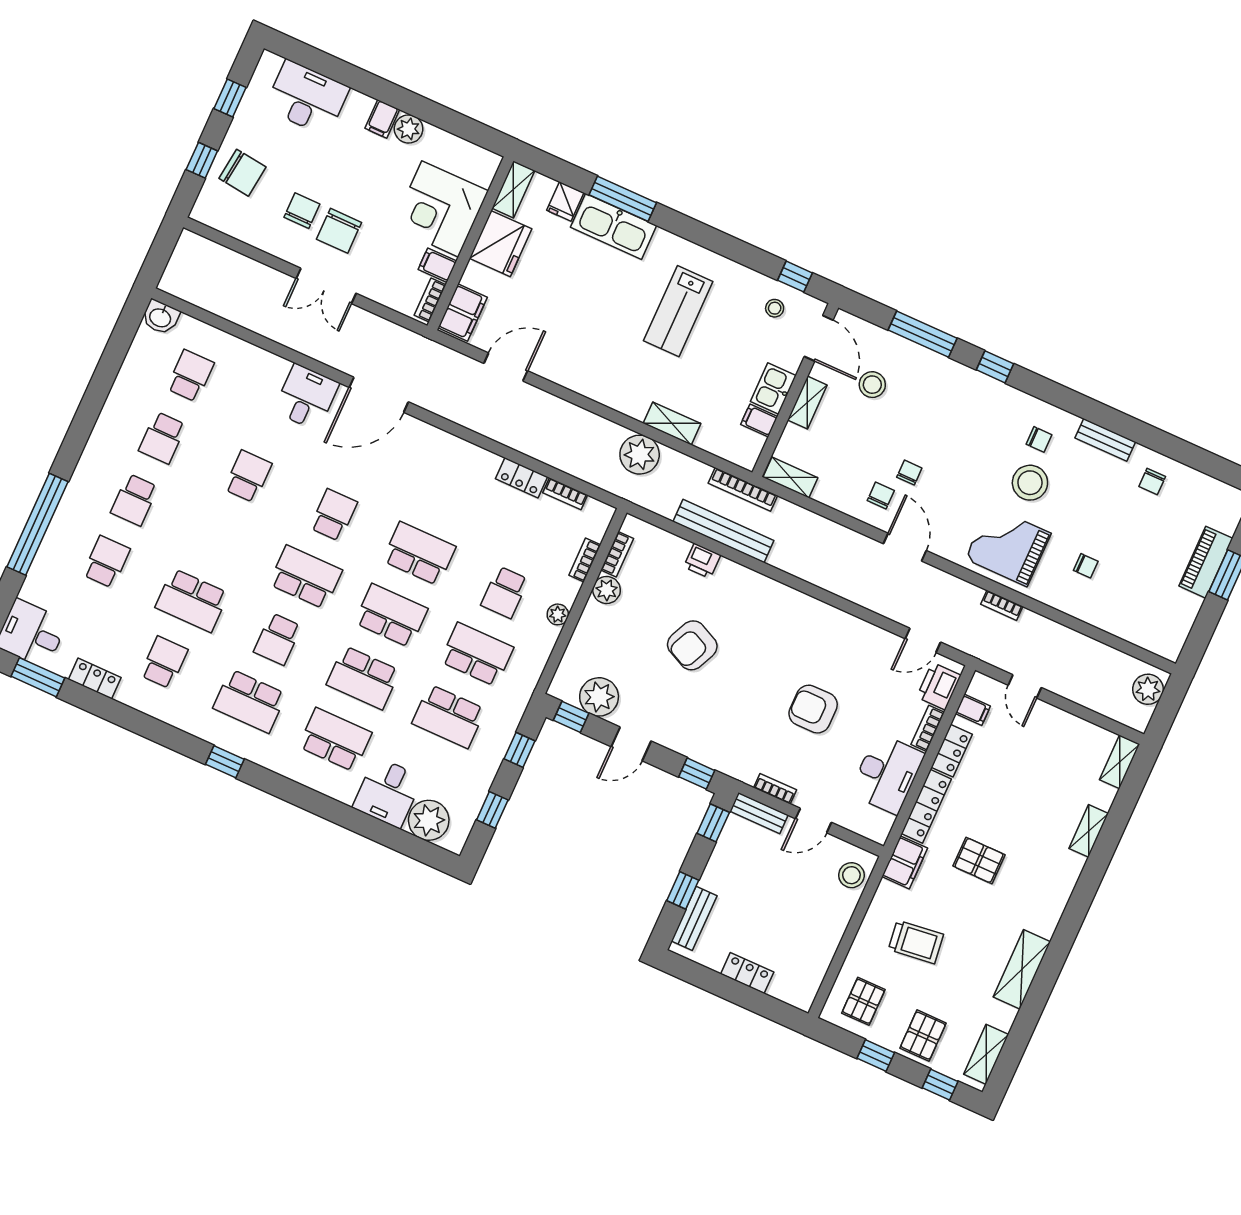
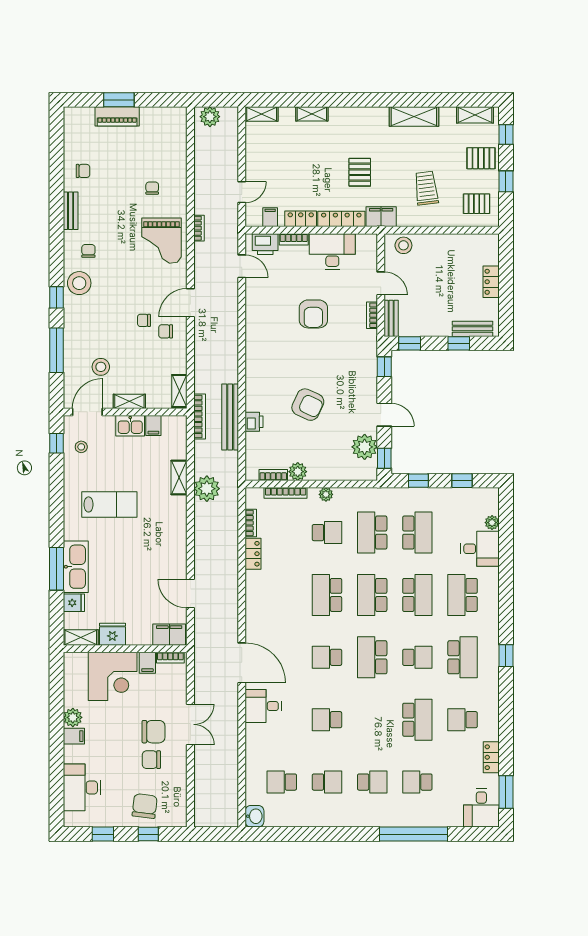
fridge: (501, 244) -> (112, 634), width x0.73, depth x0.75
stool: (1030, 483) -> (79, 283), moved
bookcase: (585, 560) -> (286, 493), width x1.56
plant: (429, 820) -> (492, 523), width x0.53, depth x0.53

